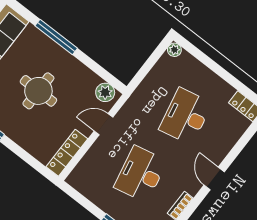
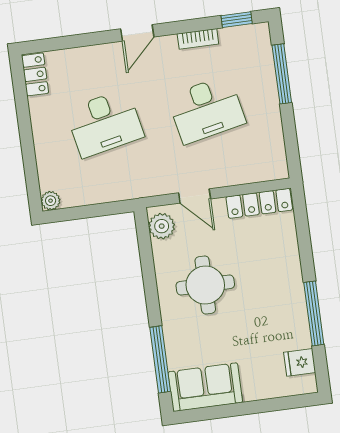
window: (56, 37) -> (160, 359), moved
round table: (38, 91) -> (205, 285), moved

